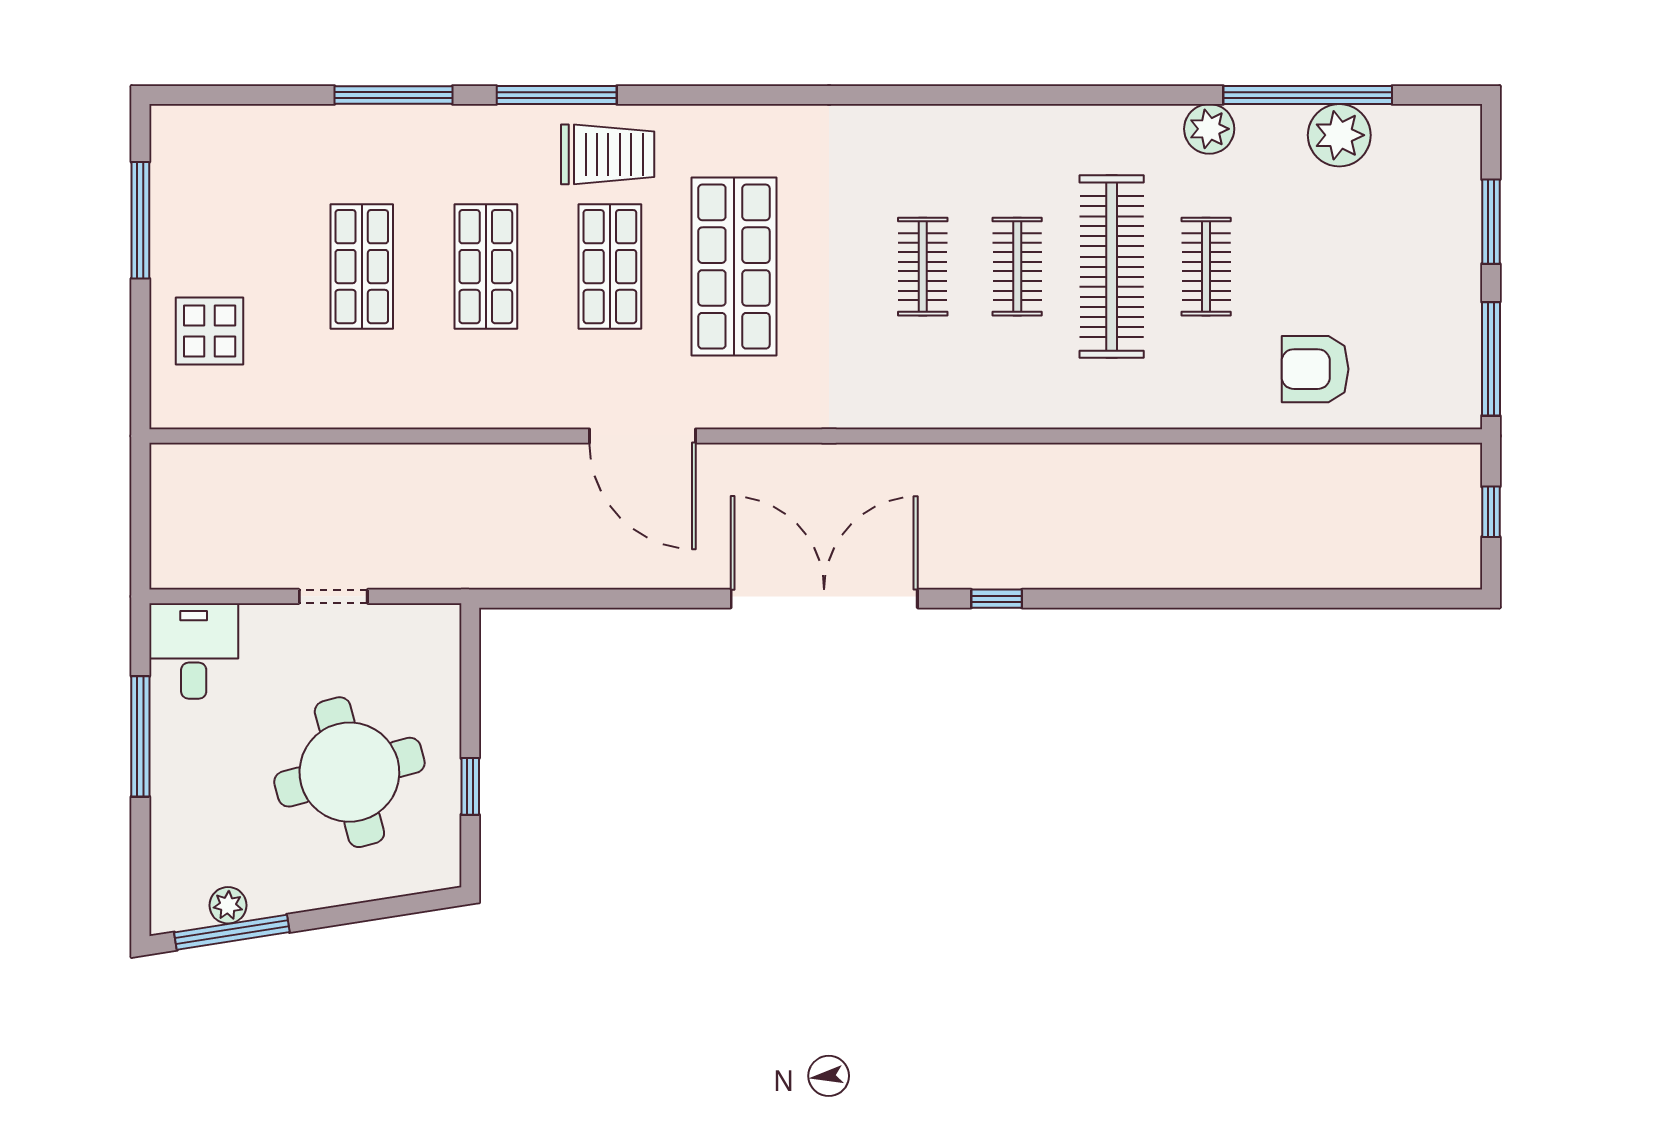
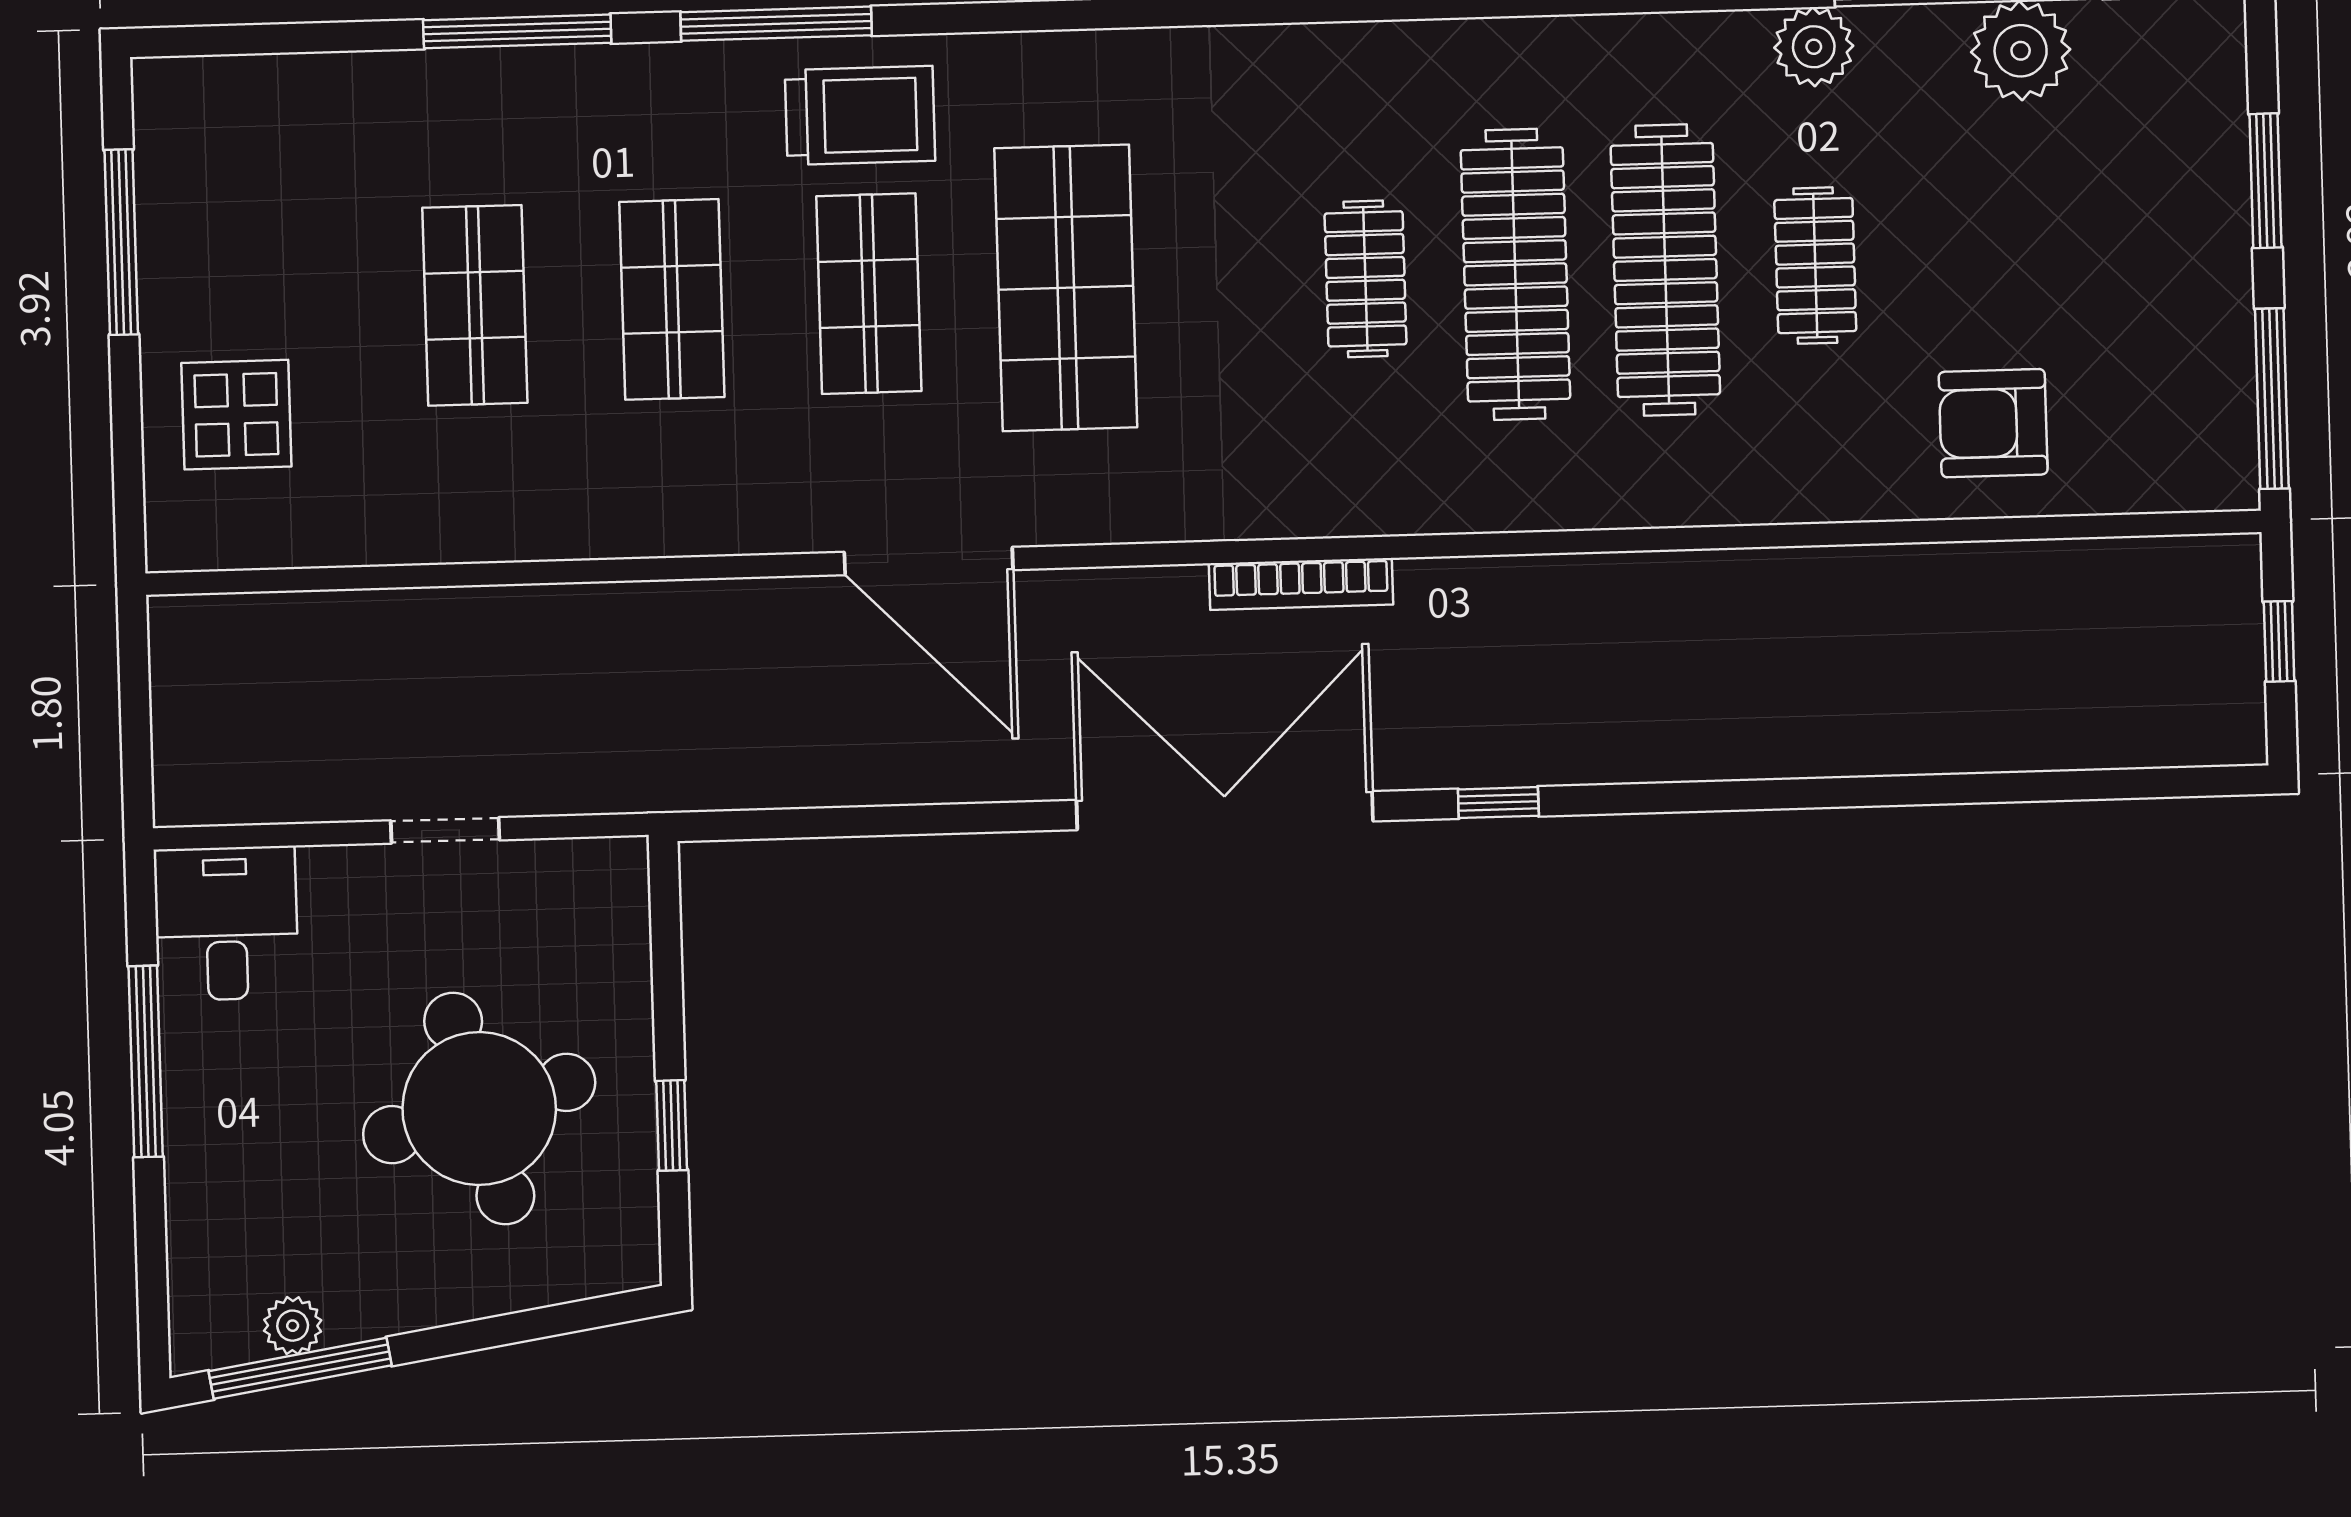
clothes rail: (1017, 267) -> (1515, 274), width x1.86, depth x1.31
bookcase: (876, 457) -> (1301, 584), added

